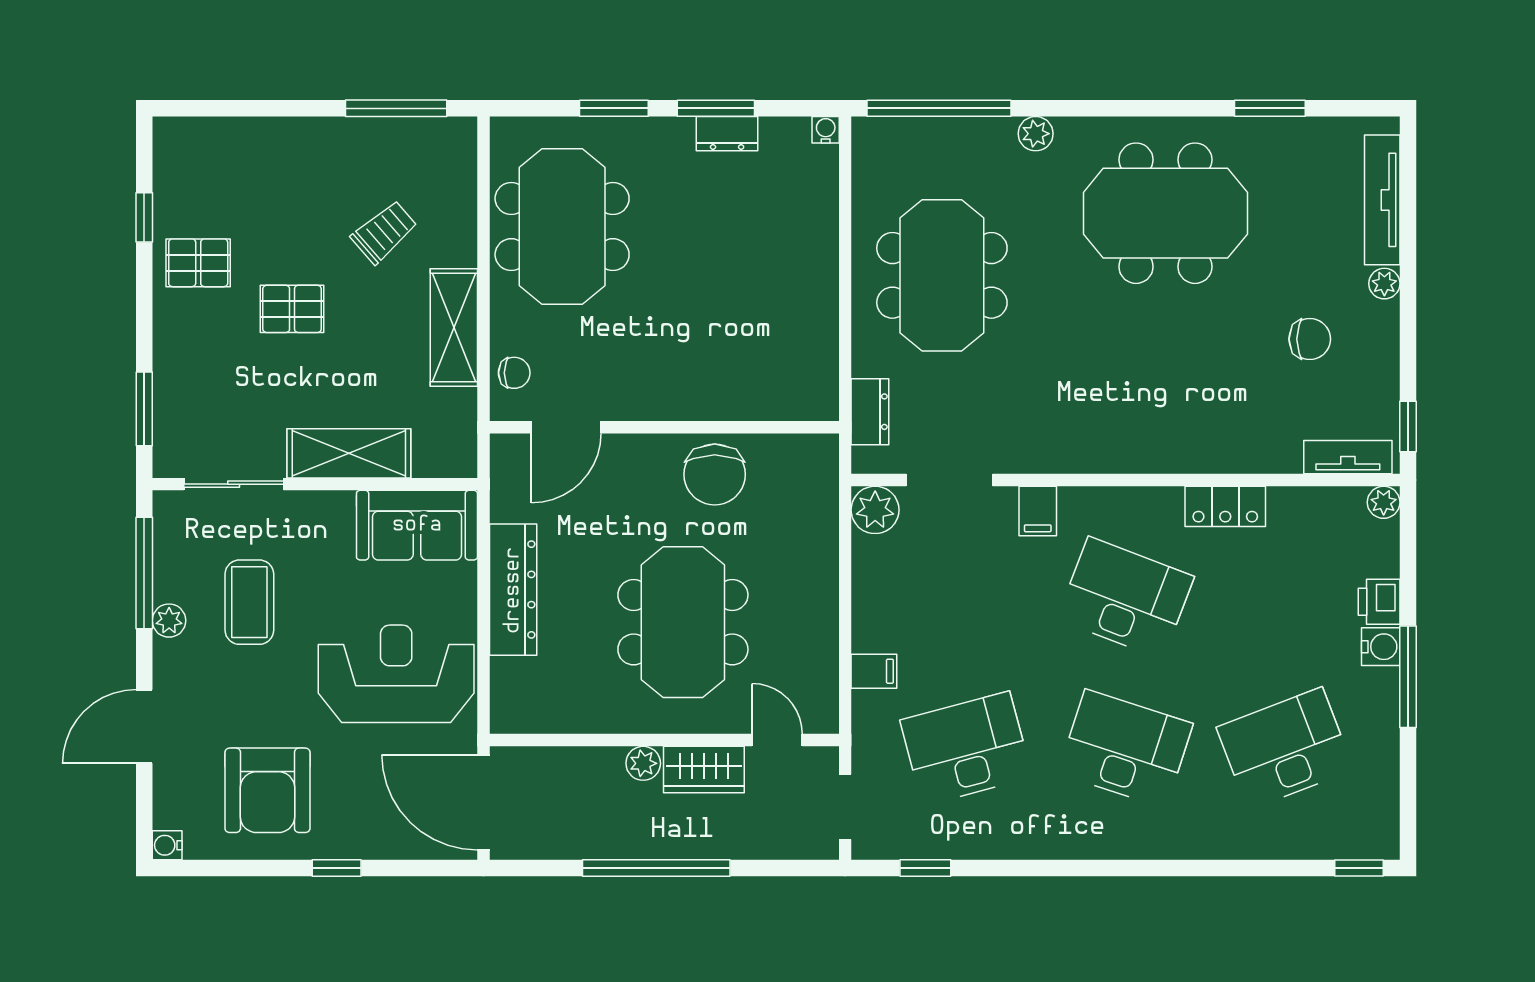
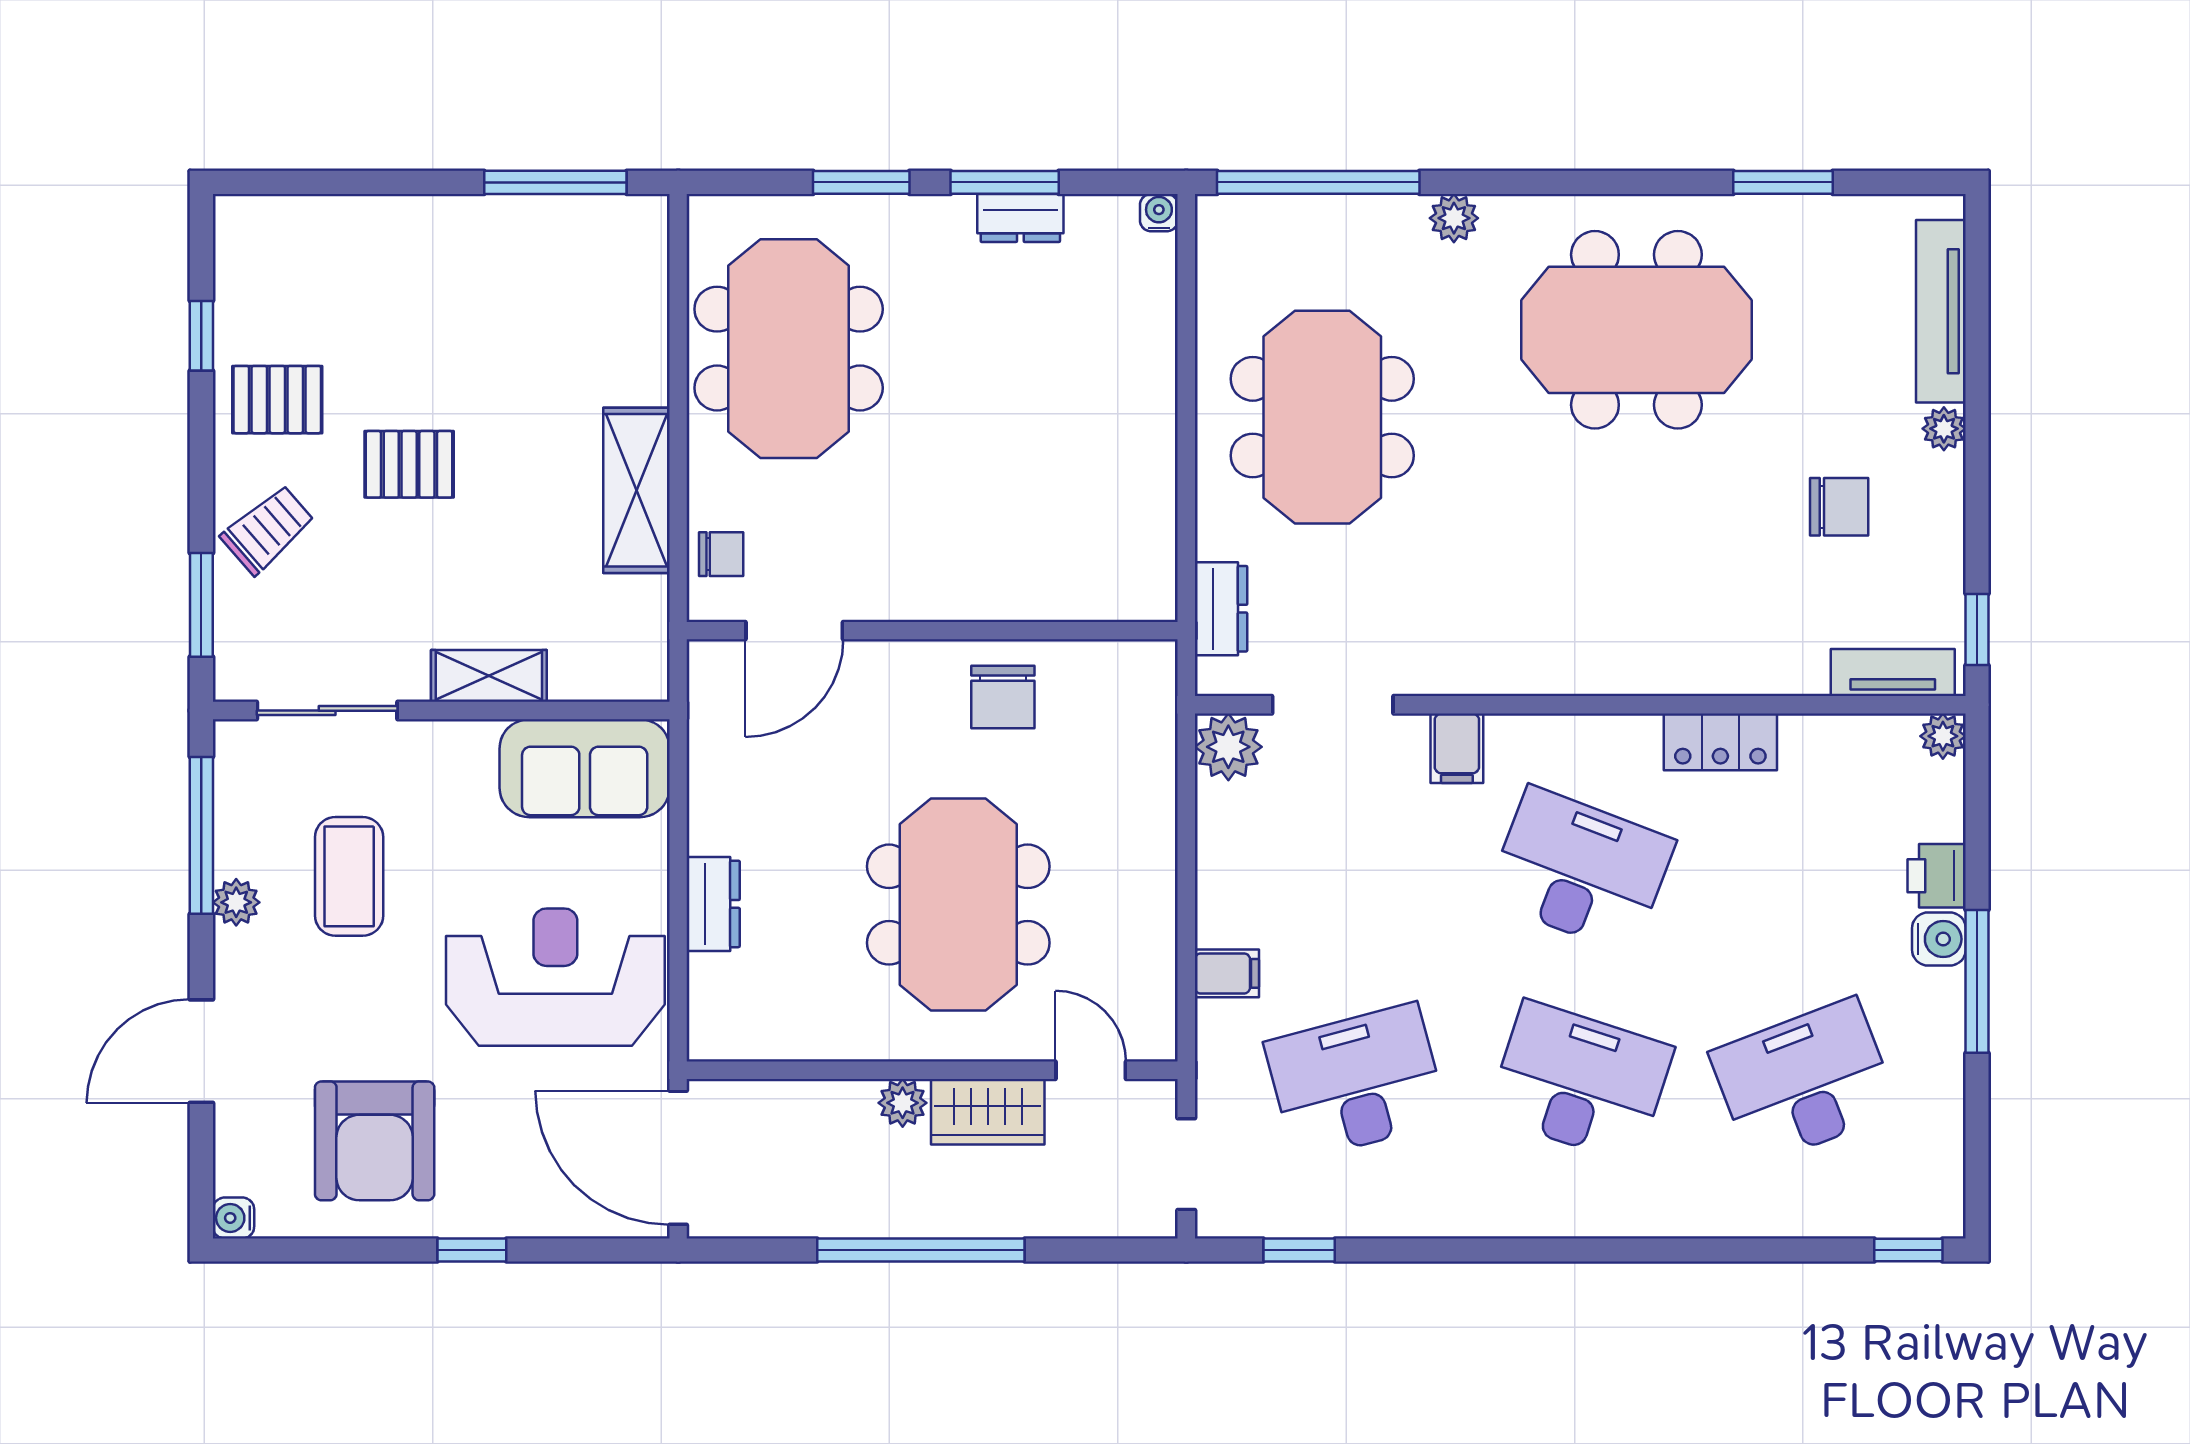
trolley: (384, 232) -> (268, 530), moved
shelving: (349, 453) -> (489, 676), width x0.67, depth x0.75
chair: (715, 474) -> (1003, 697), width x0.73, depth x0.73
dresser: (513, 590) -> (713, 904), width x0.51, depth x0.80

